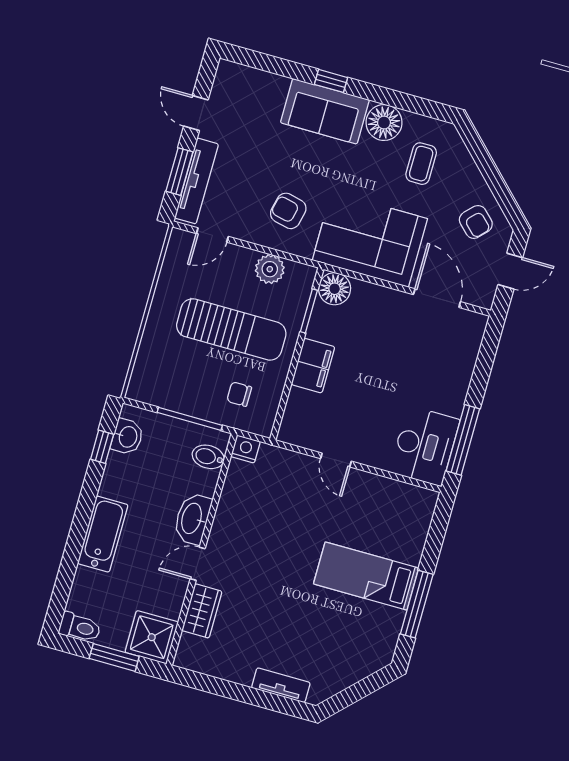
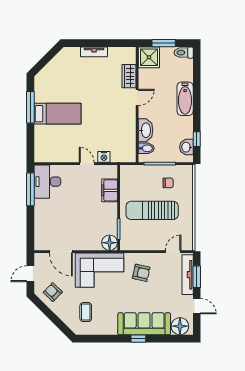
sofa: (325, 111) -> (144, 324), width x1.36
floor lamp: (384, 123) -> (180, 326), moved
plant: (270, 269) -> (142, 243), removed
filing cabinet: (313, 366) -> (110, 190), moved
chair: (239, 394) -> (168, 183), moved
nightstand: (245, 449) -> (104, 157), moved
washbasin: (192, 519) -> (146, 130), moved
tv unit: (281, 685) -> (94, 52), moved

